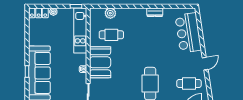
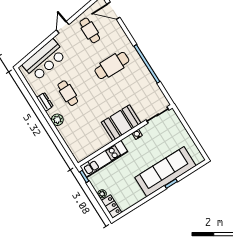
plant: (110, 13) -> (57, 120), moved
cafe table: (111, 35) -> (68, 93), moved
door: (205, 64) -> (63, 27), hinge flipped

